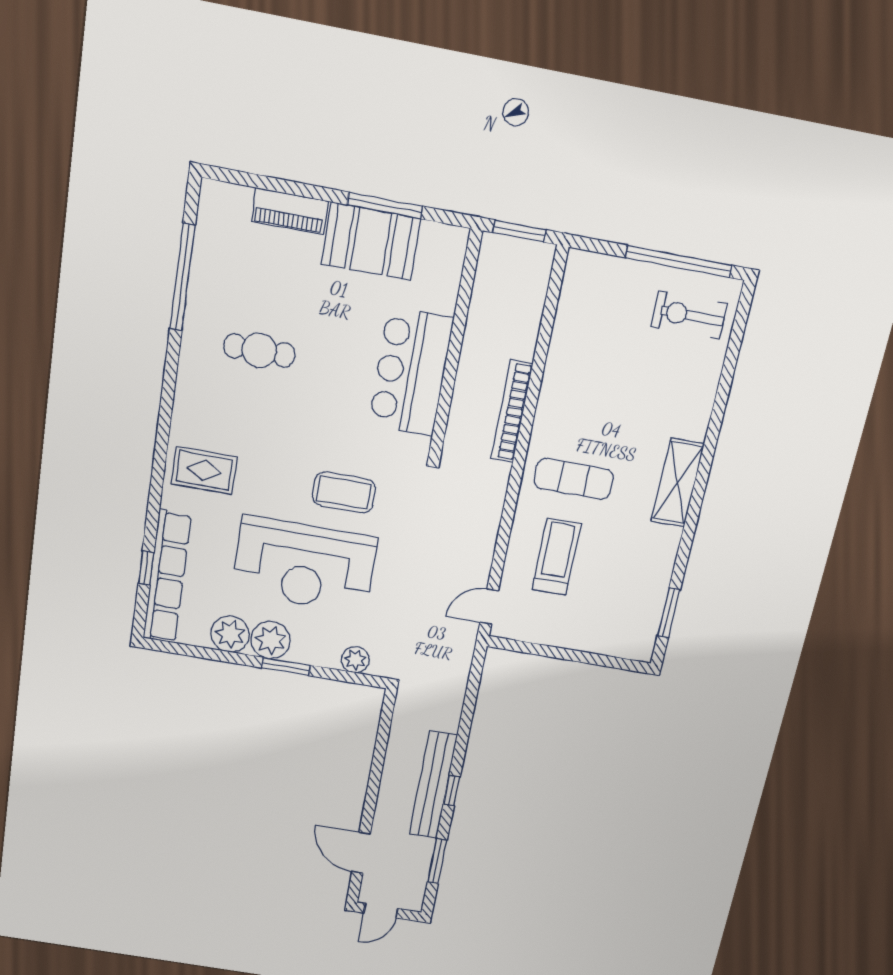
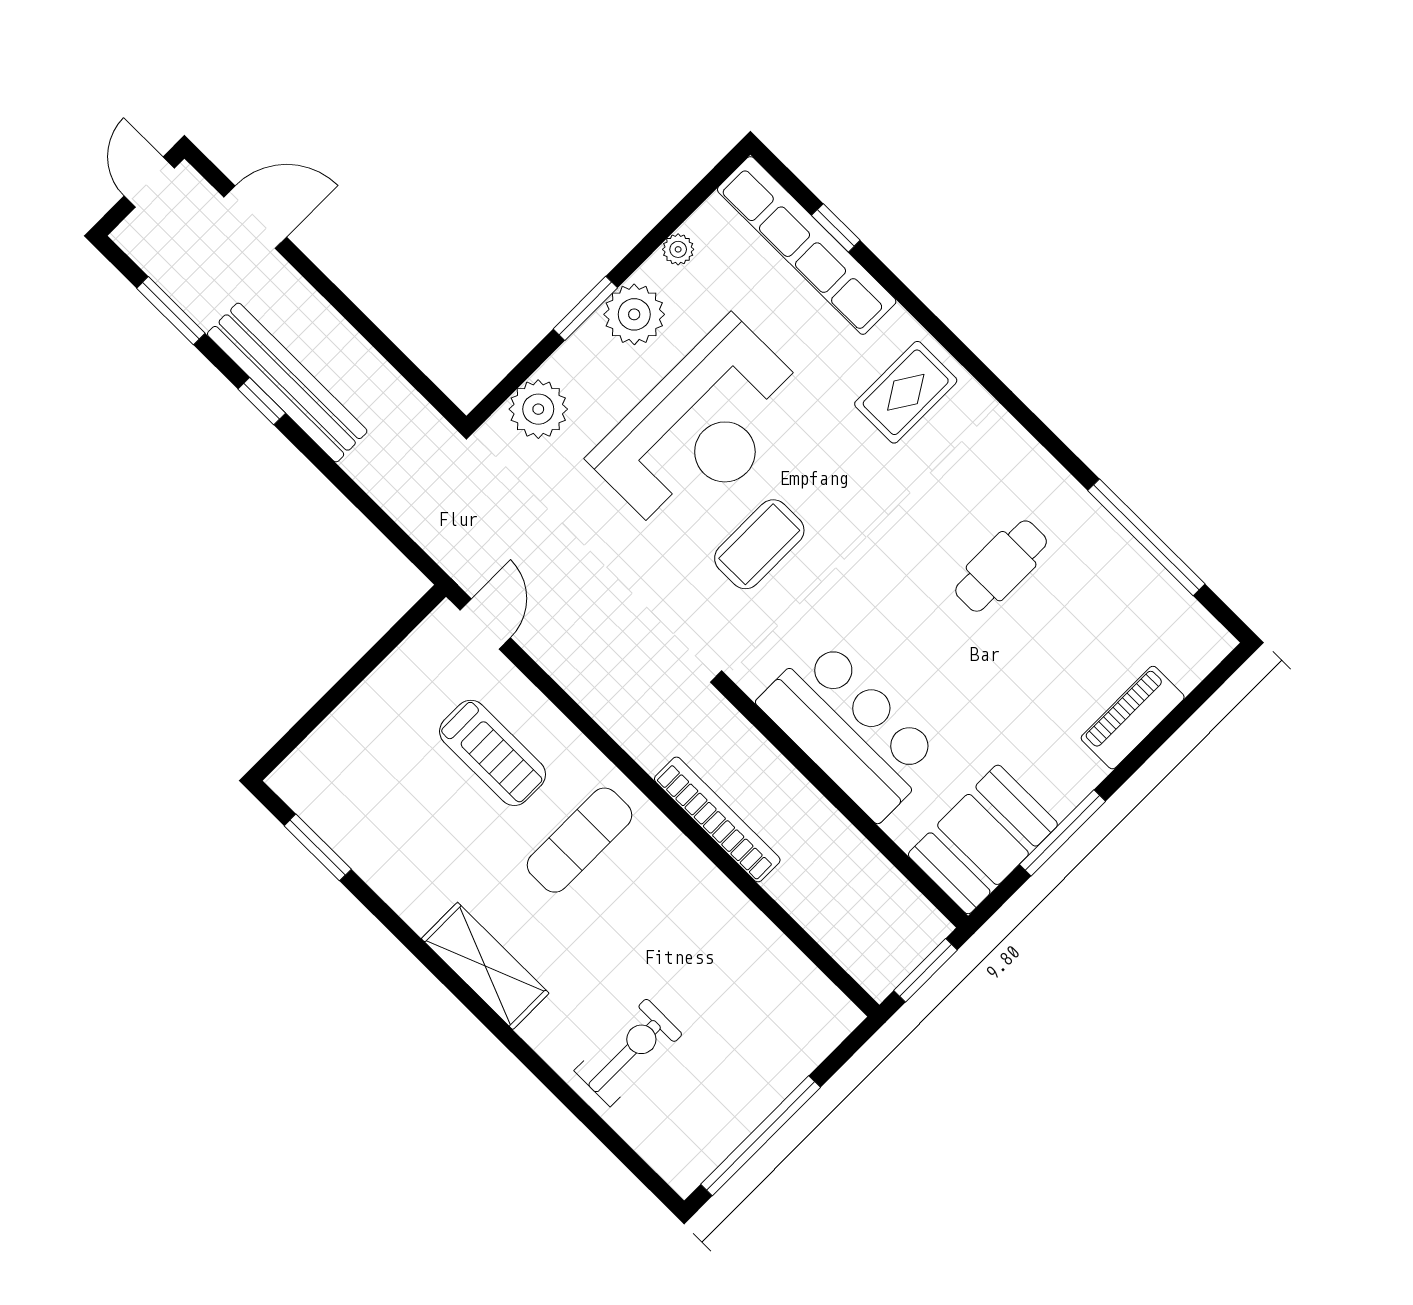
booth: (371, 241) -> (983, 839), moved
exercise bike: (689, 315) -> (628, 1052), moved
reception desk: (304, 565) -> (702, 429), turned 180
plant: (230, 634) -> (678, 249), width x0.53, depth x0.53
plant: (355, 660) -> (538, 409), width x1.36, depth x1.36

